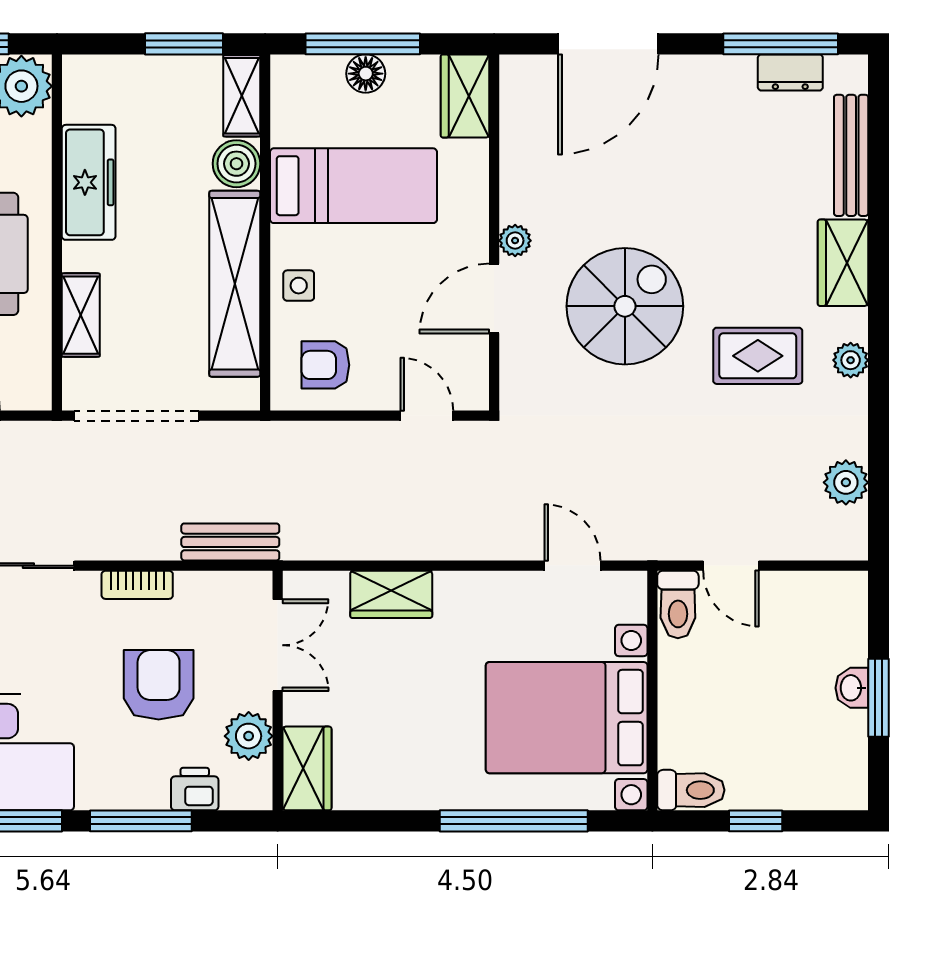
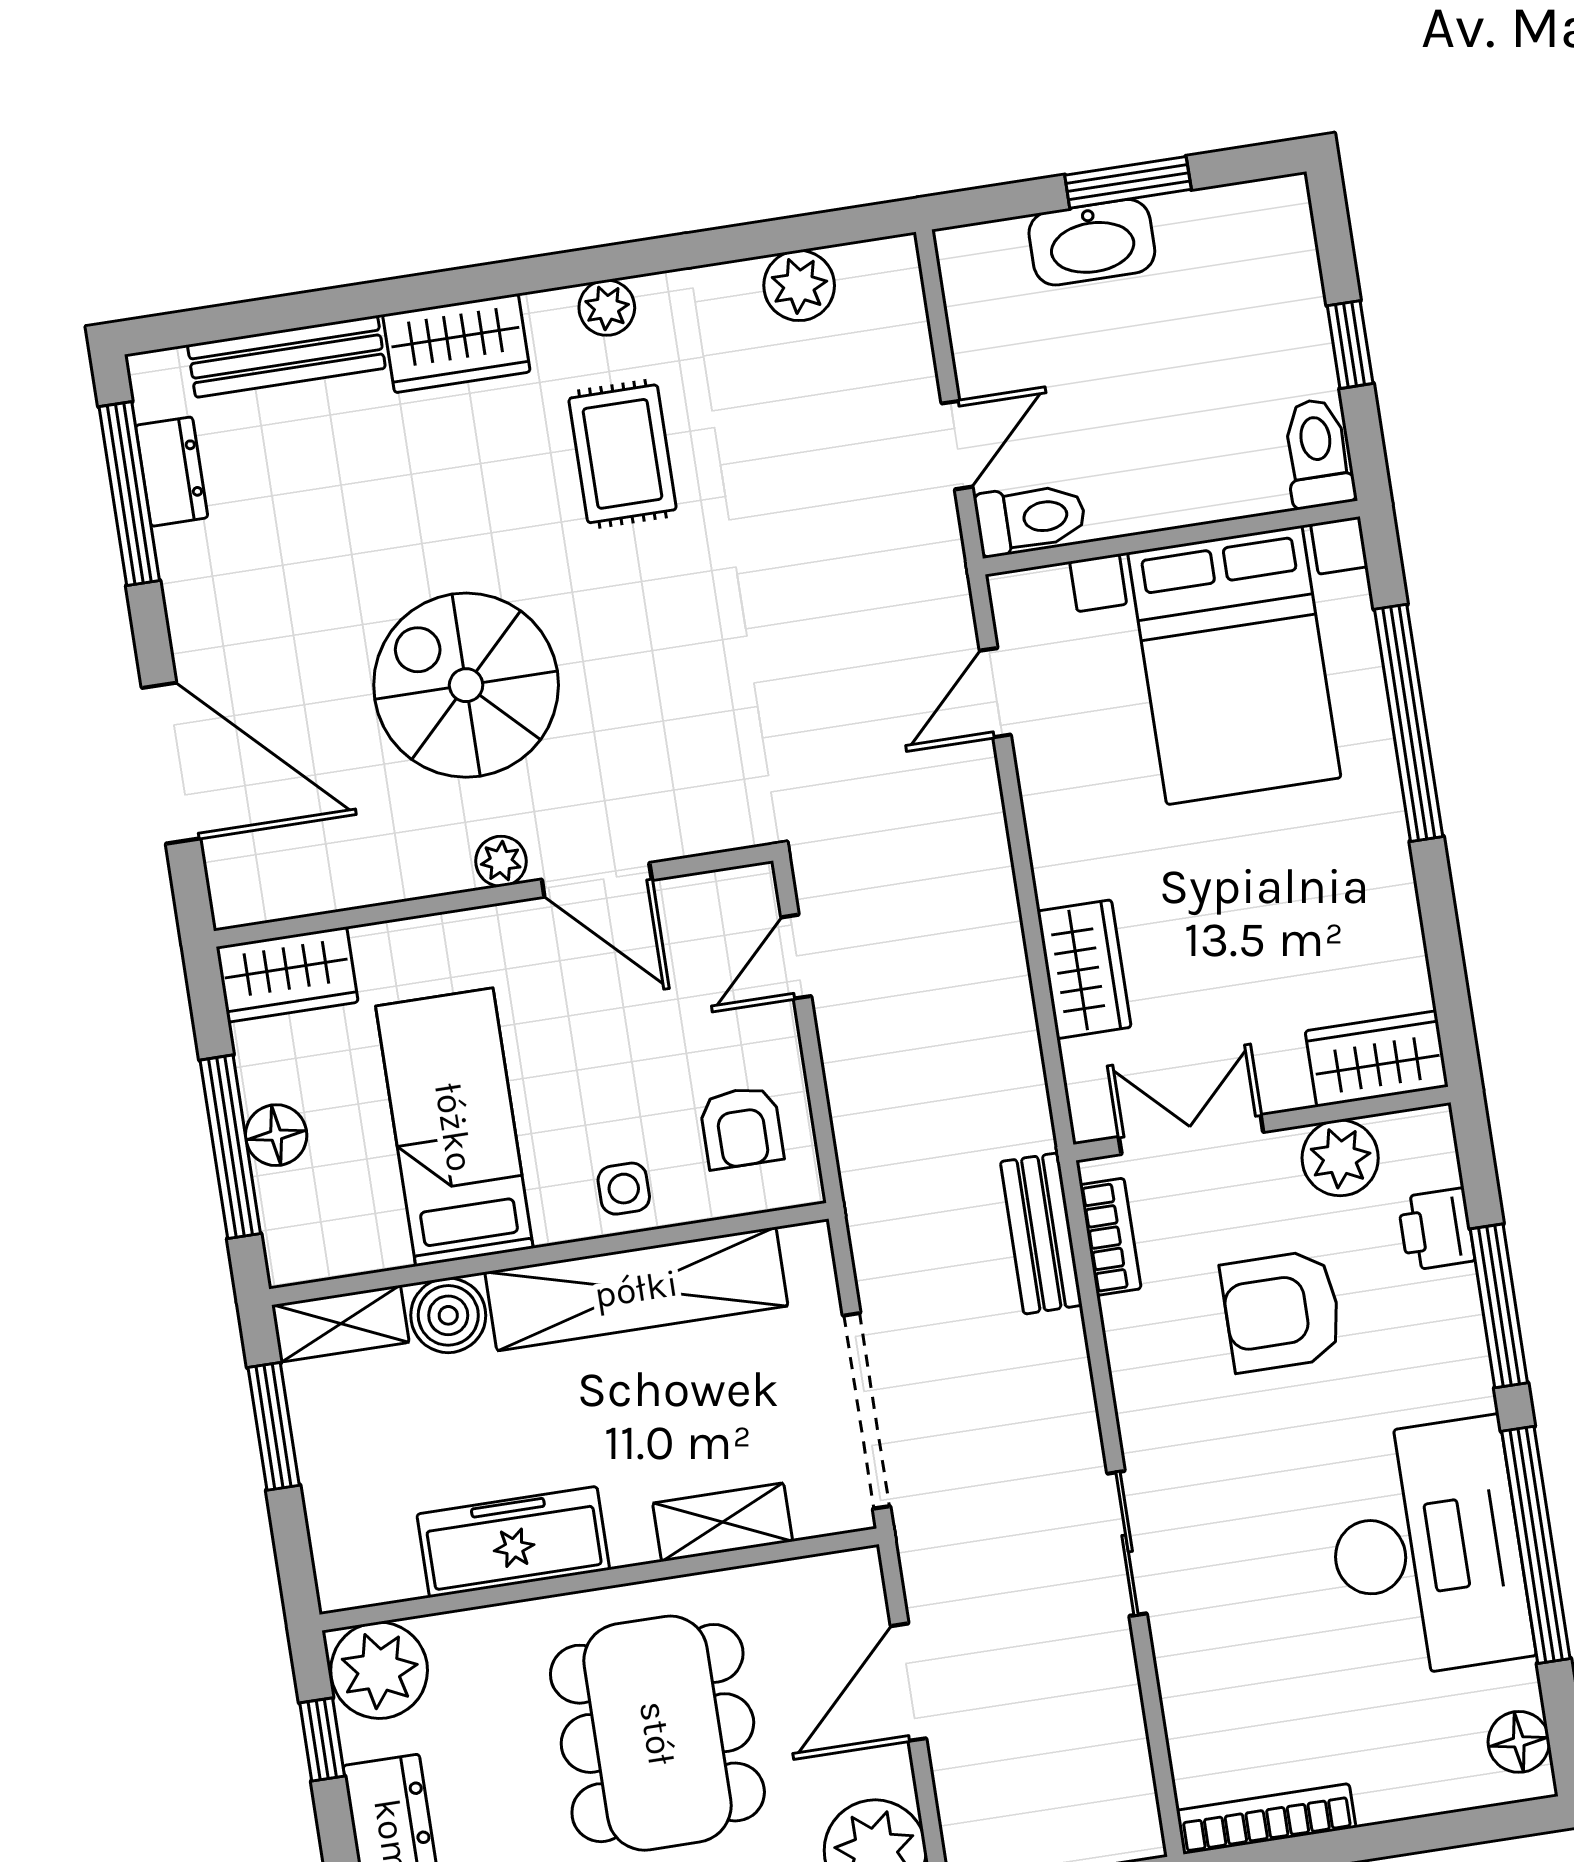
spiral stairs: (625, 306) -> (466, 685), moved
bookcase: (137, 585) -> (1110, 1237), moved
washbasin: (852, 688) -> (1092, 242), width x1.91, depth x1.45

